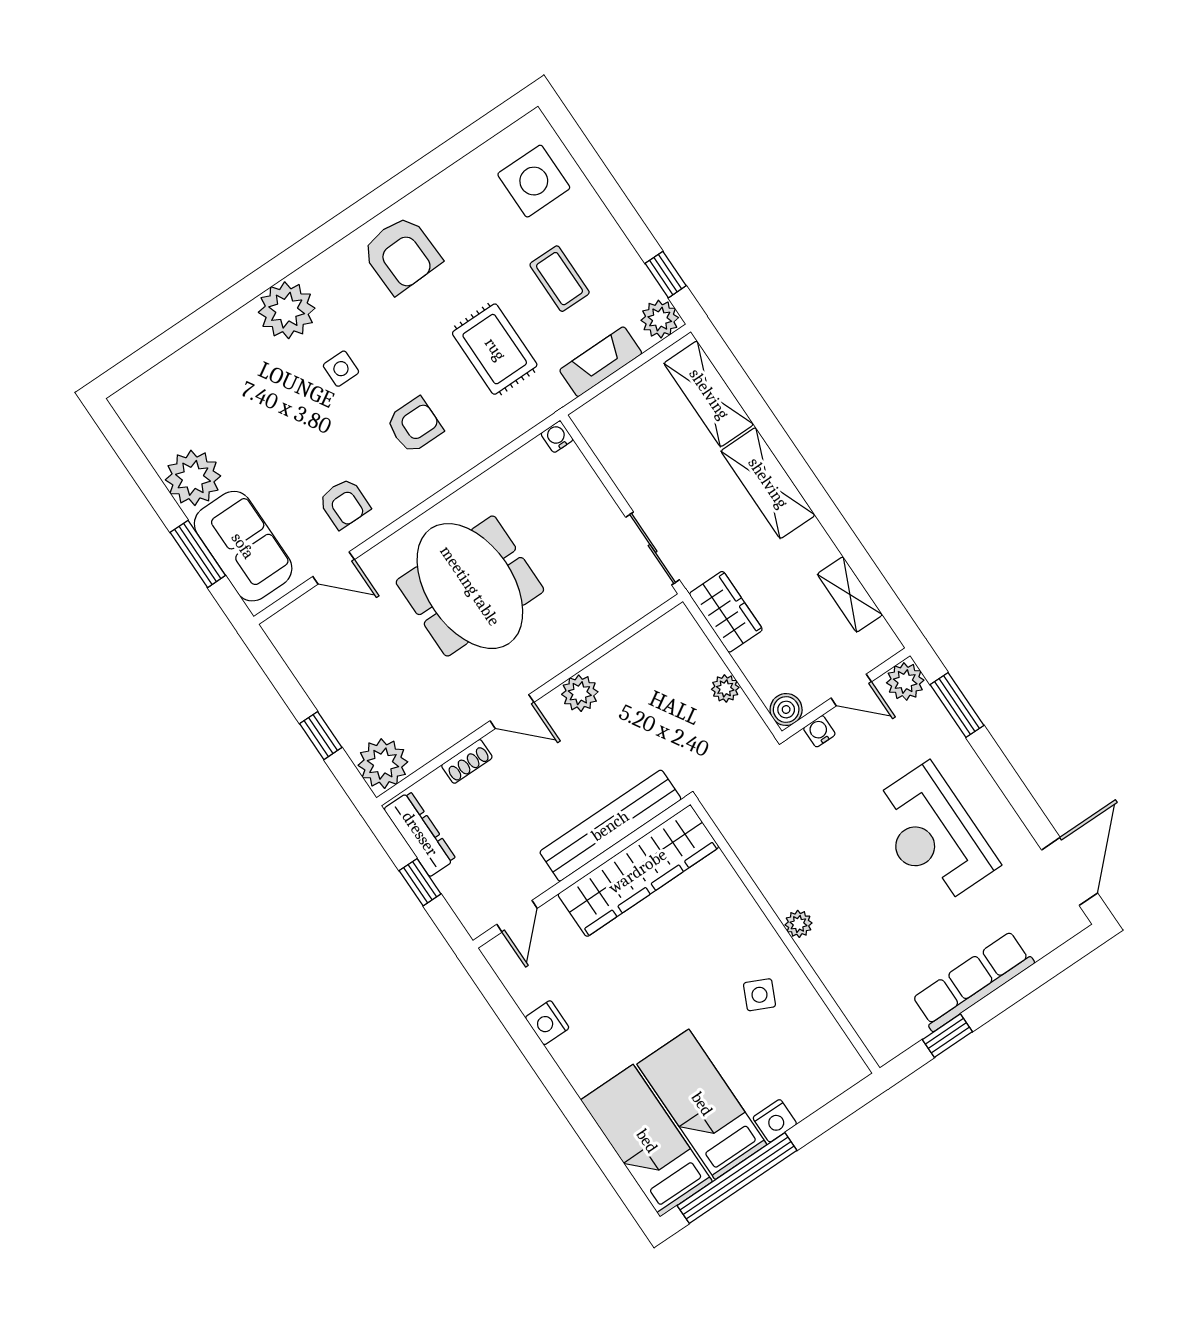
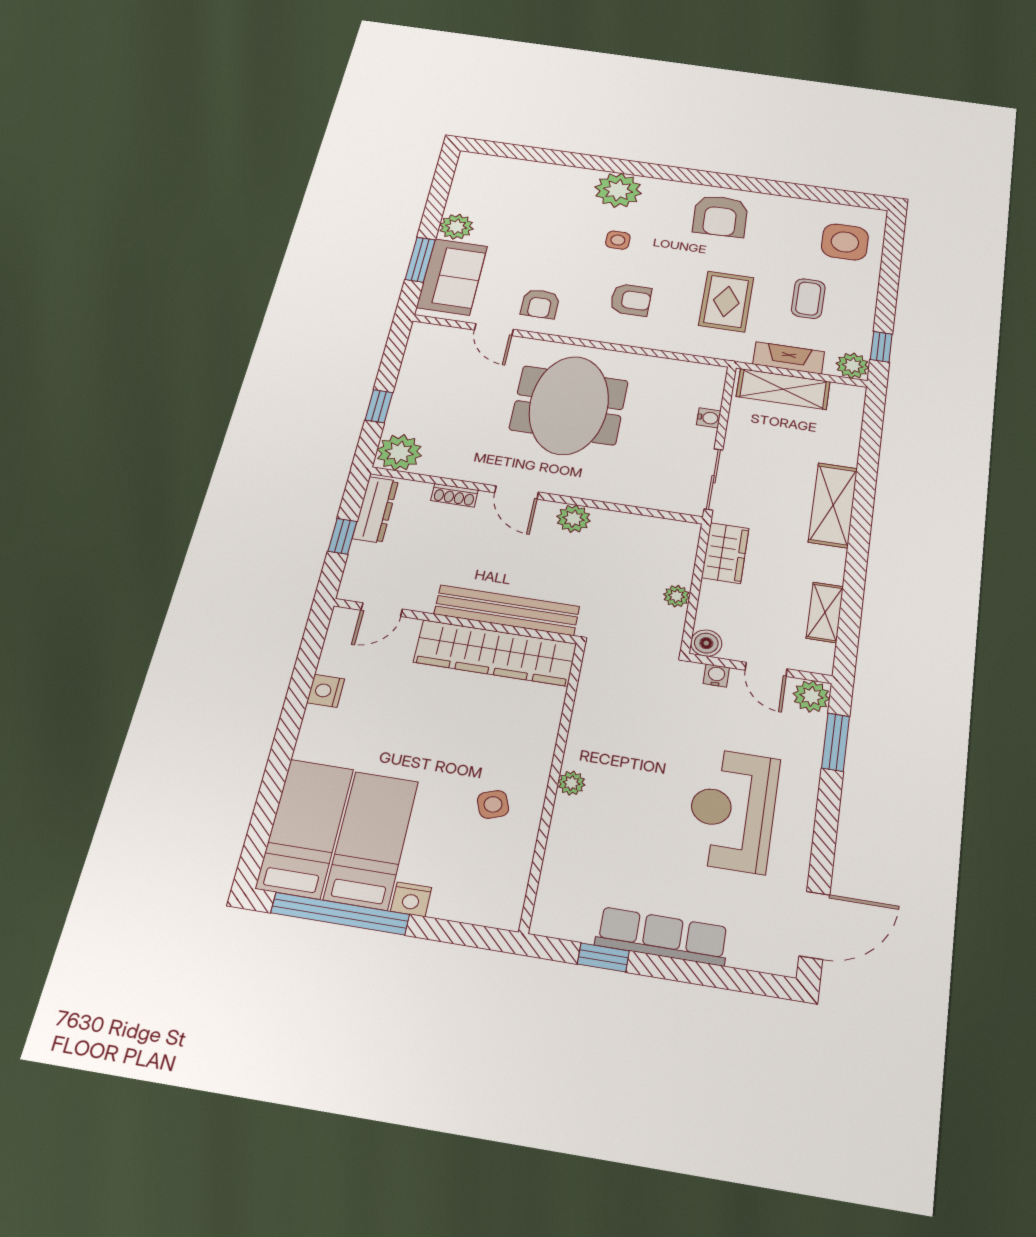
shelving: (709, 394) -> (783, 389), moved, turned 90
water cooler: (557, 437) -> (709, 418), moved, turned 90
plant: (193, 478) -> (456, 227), width x0.73, depth x0.73
side table: (759, 995) -> (493, 804), turned 45

